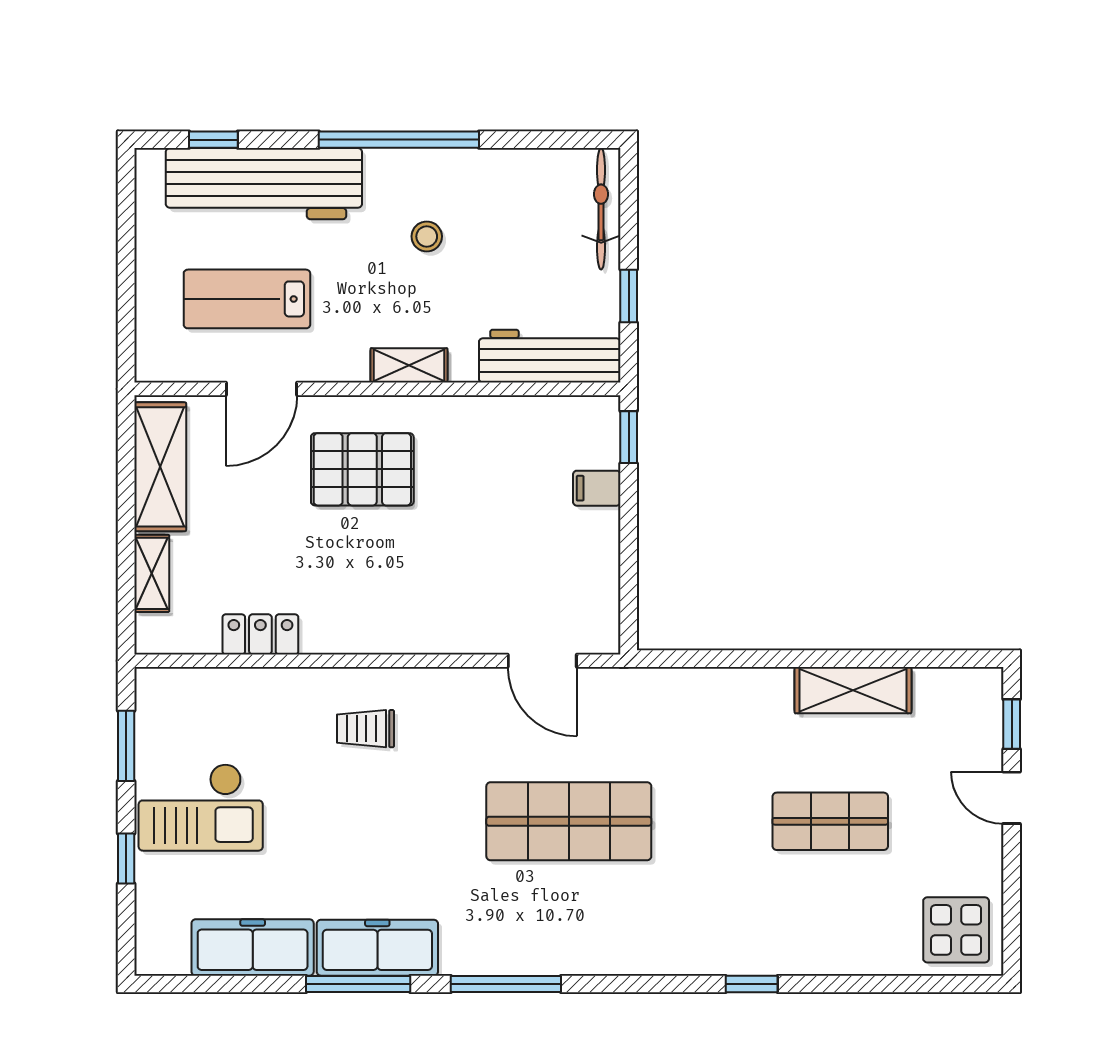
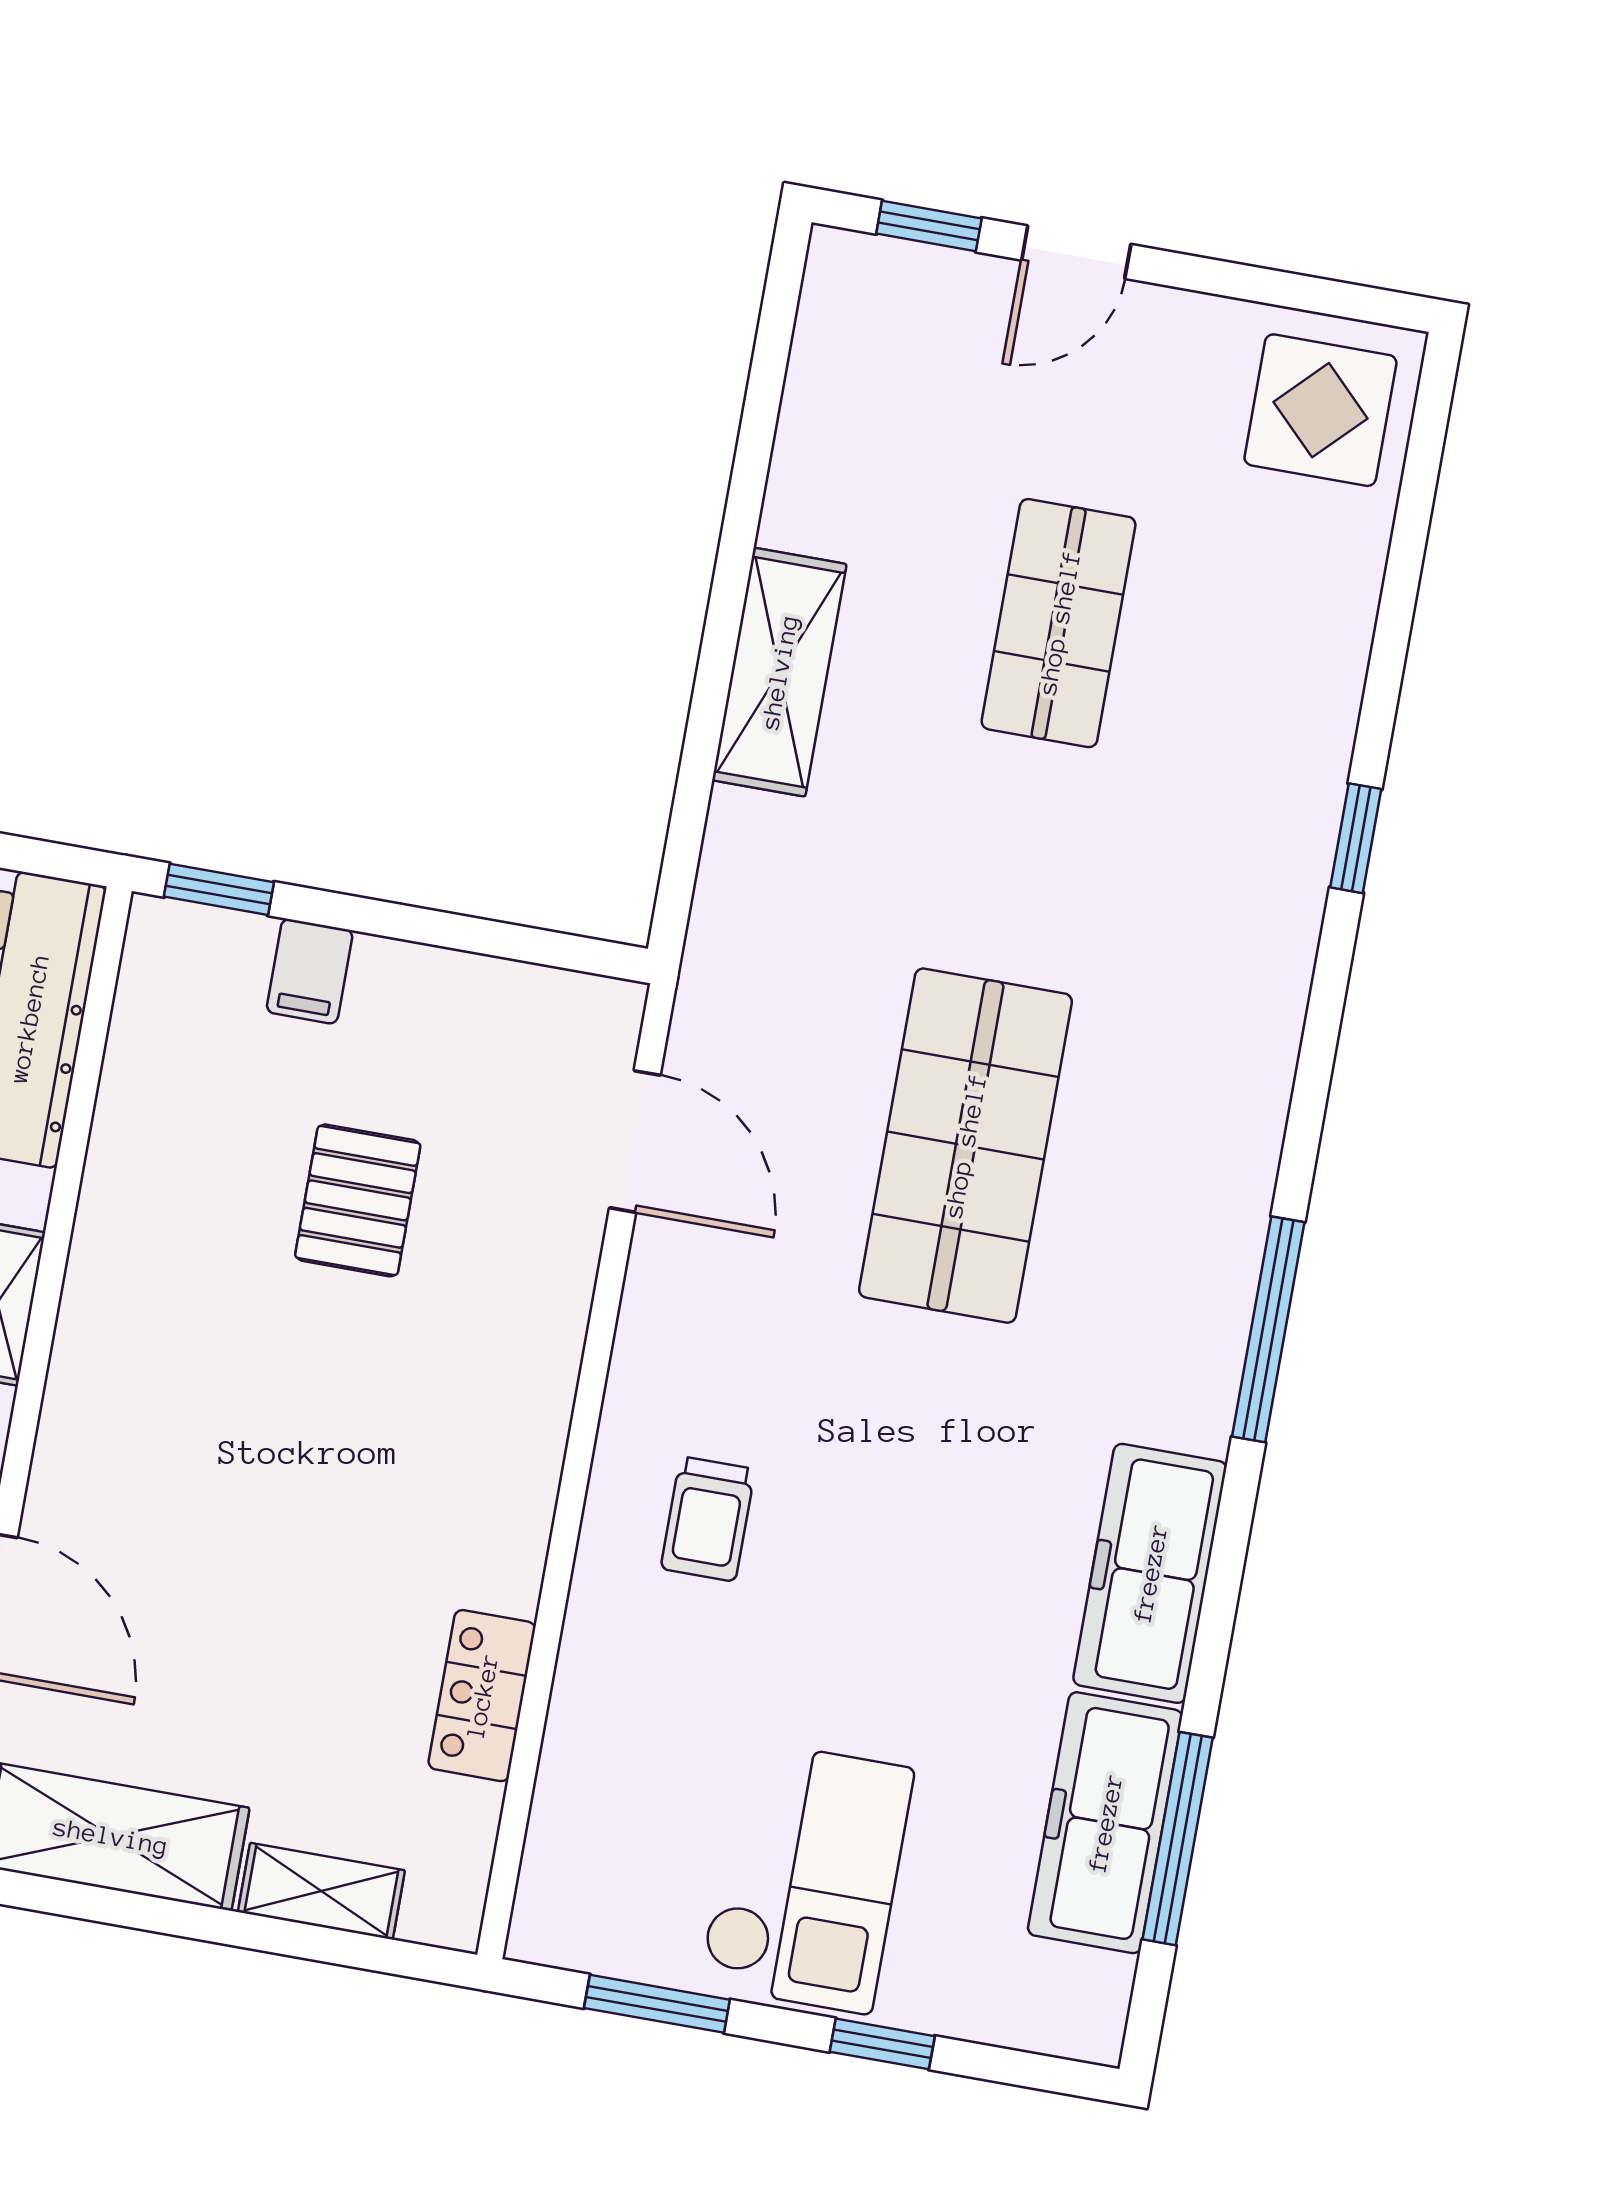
pallet: (362, 469) -> (358, 1200), moved, width x0.67, depth x0.71
door: (542, 661) -> (635, 1141), hinge flipped
shelving: (853, 690) -> (779, 672), moved
window: (358, 984) -> (1178, 1839), moved

